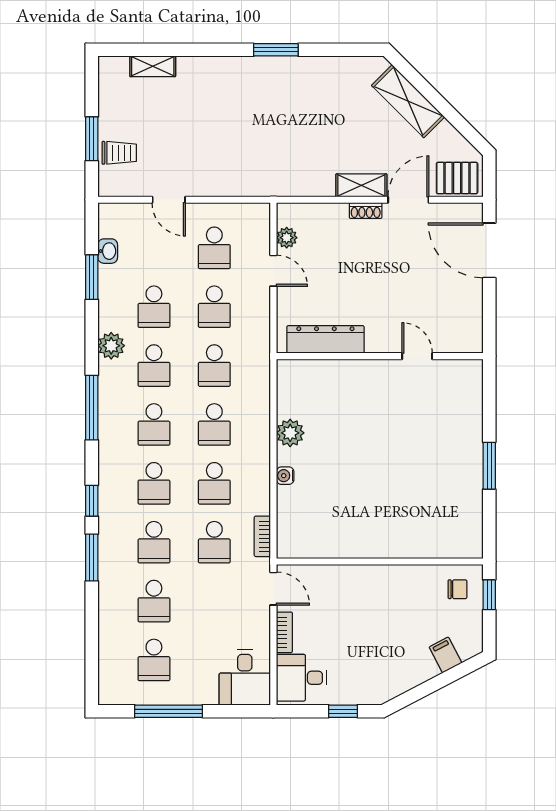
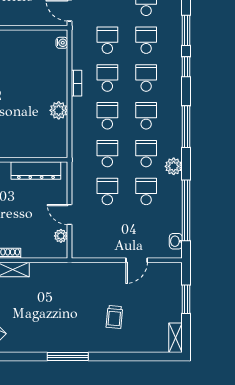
window: (276, 50) -> (68, 356), width x1.44
shelving: (153, 66) -> (176, 338), moved, turned 90
trolley: (119, 153) -> (114, 317), moved, turned -85
door: (169, 200) -> (137, 260), swing flipped
school desk: (214, 248) -> (107, 229), removed
washbasin: (108, 251) -> (176, 241), moved
window: (92, 277) -> (186, 210), width x2.11
water cooler: (285, 476) -> (62, 43), moved
bookcase: (262, 536) -> (76, 83), moved

